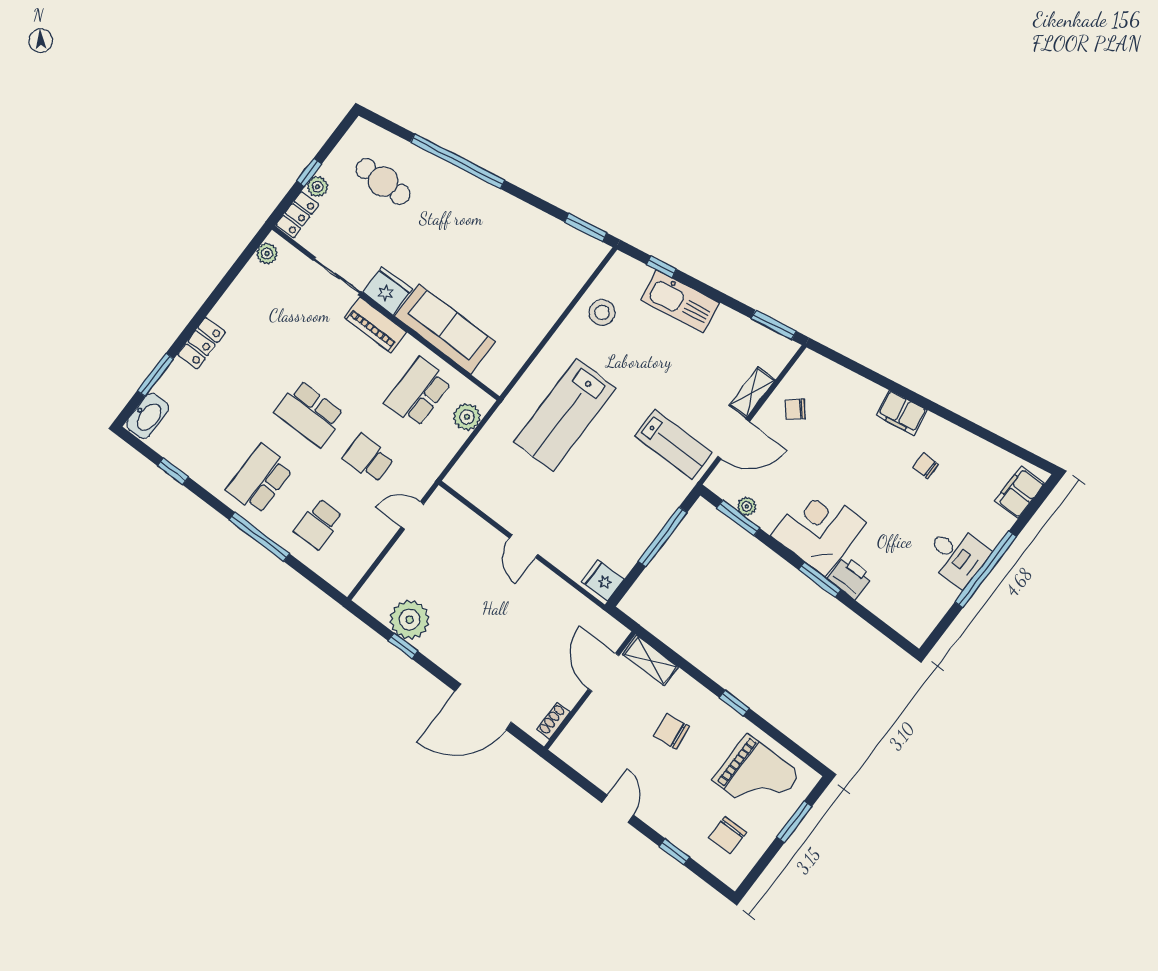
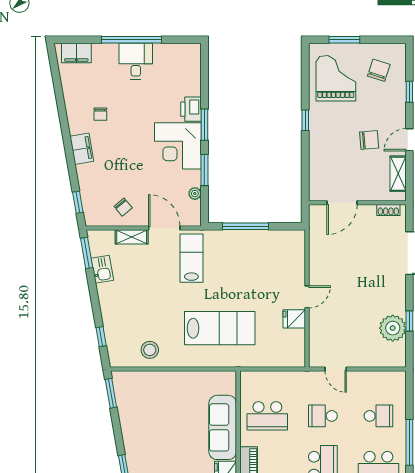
kitchen sink: (680, 301) -> (102, 269), moved, width x0.53, depth x0.81
window: (842, 360) -> (78, 202), added
plant: (467, 417) -> (261, 380), removed
school desk: (368, 458) -> (323, 416), turned 90
window: (738, 518) -> (204, 170), moved
fridge: (603, 580) -> (294, 319), moved, turned 90
shelving: (651, 661) -> (398, 174), moved
chair: (671, 731) -> (369, 140), moved, turned -88
chair: (727, 835) -> (379, 70), turned -72

